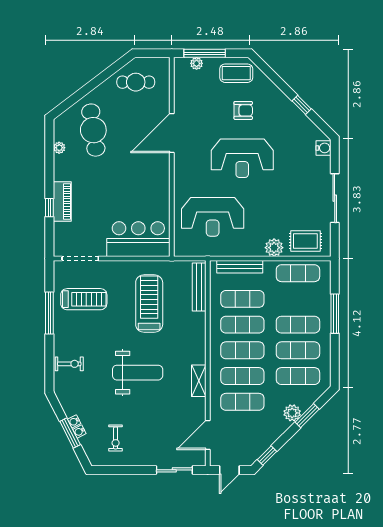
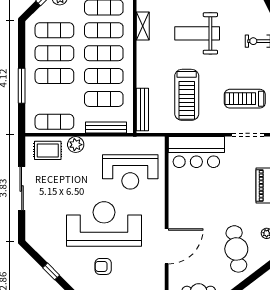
water cooler: (323, 148) -> (32, 233), removed
reception desk: (242, 158) -> (104, 224), width x1.36, depth x1.30
reception desk: (213, 217) -> (130, 172), turned 180

